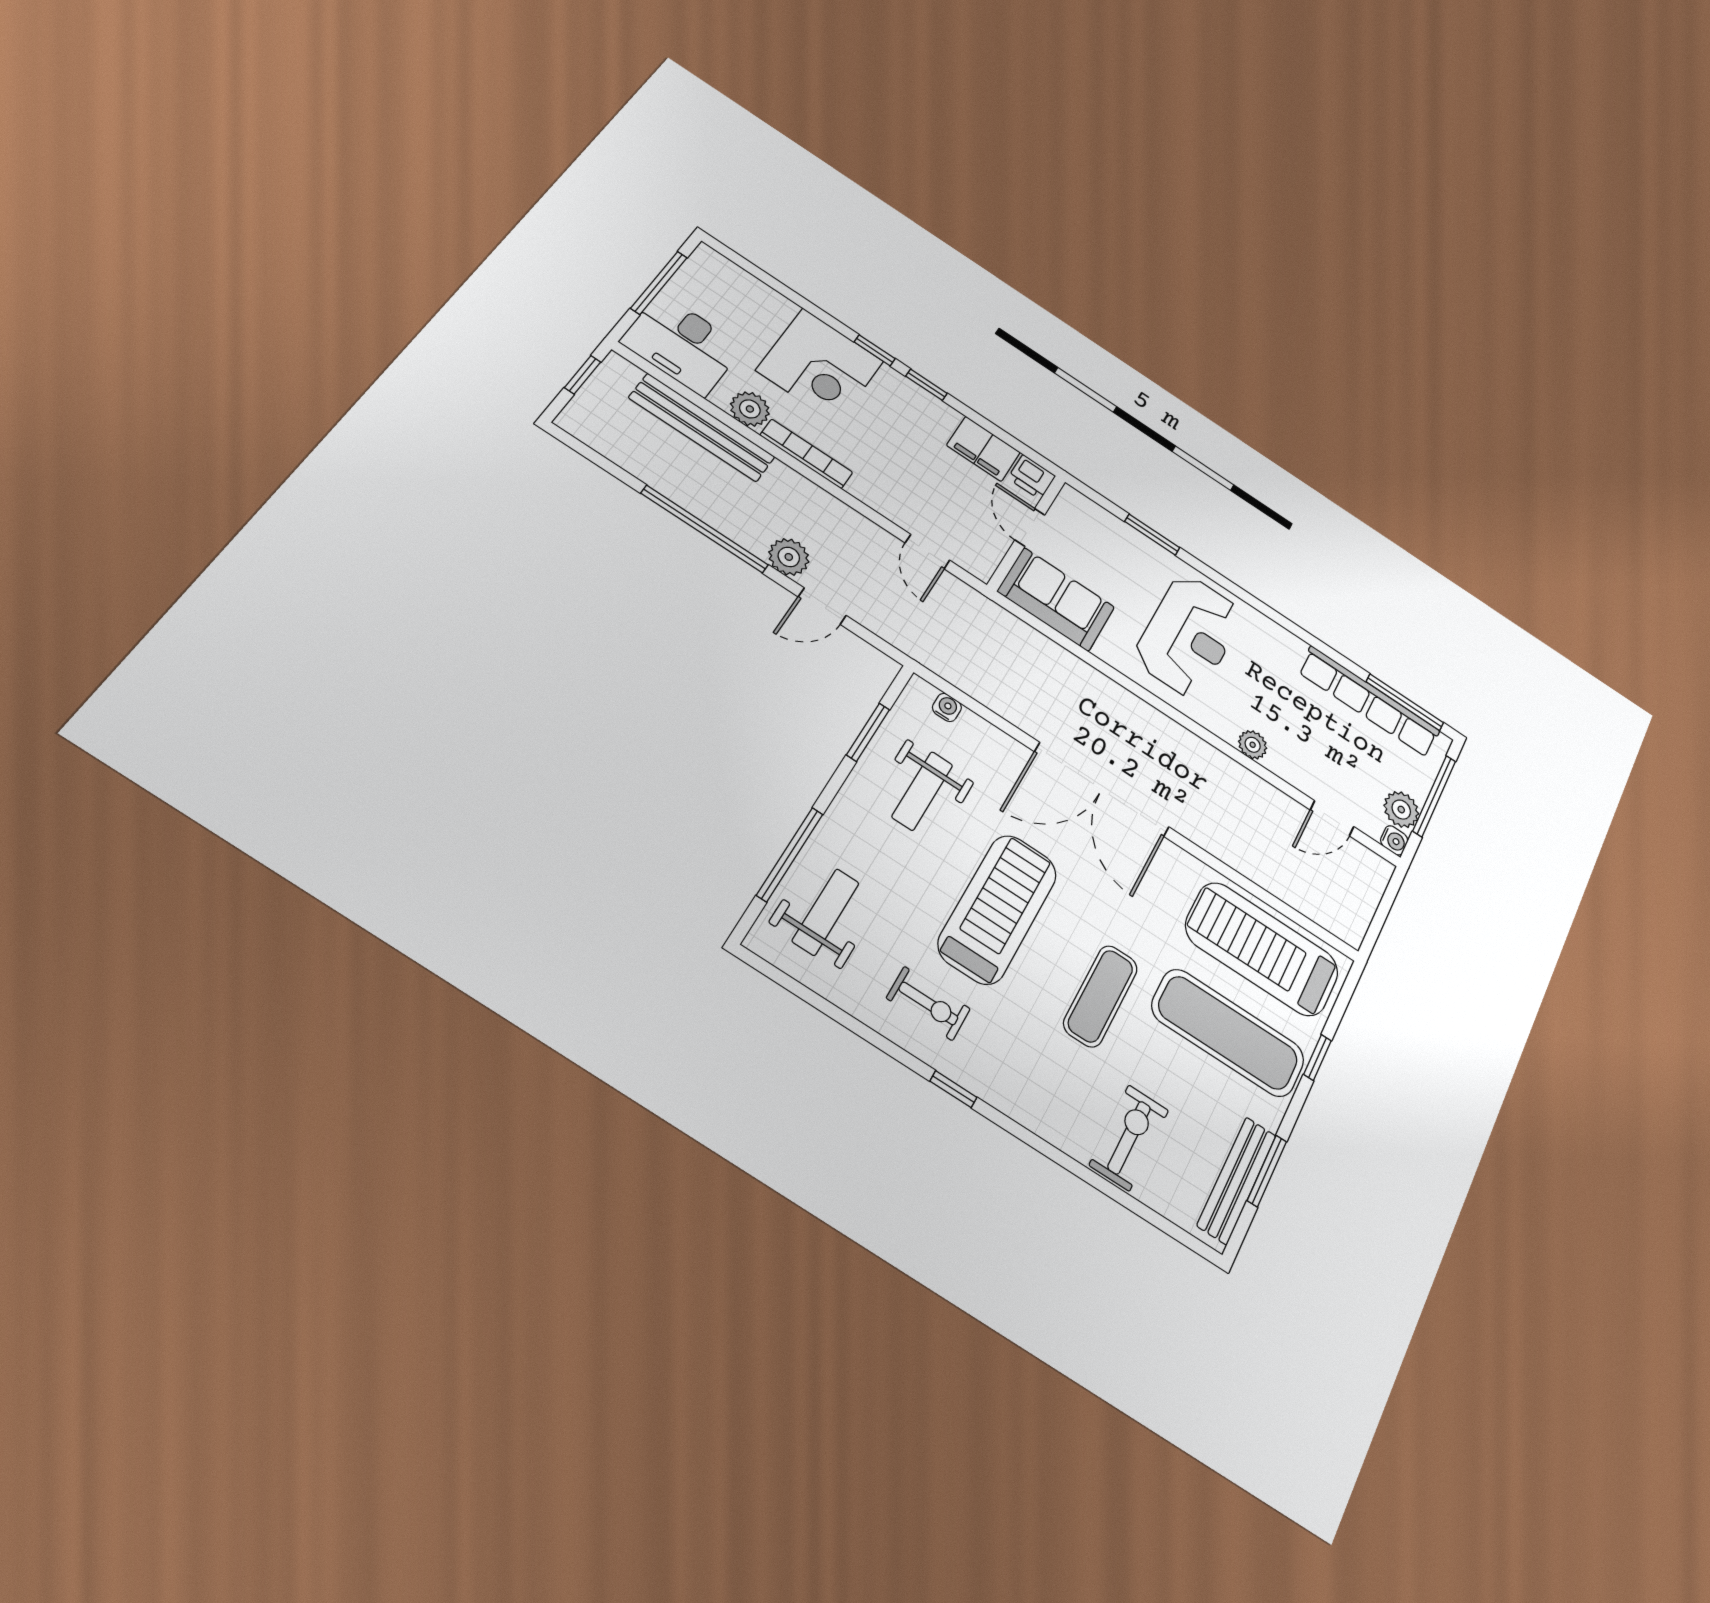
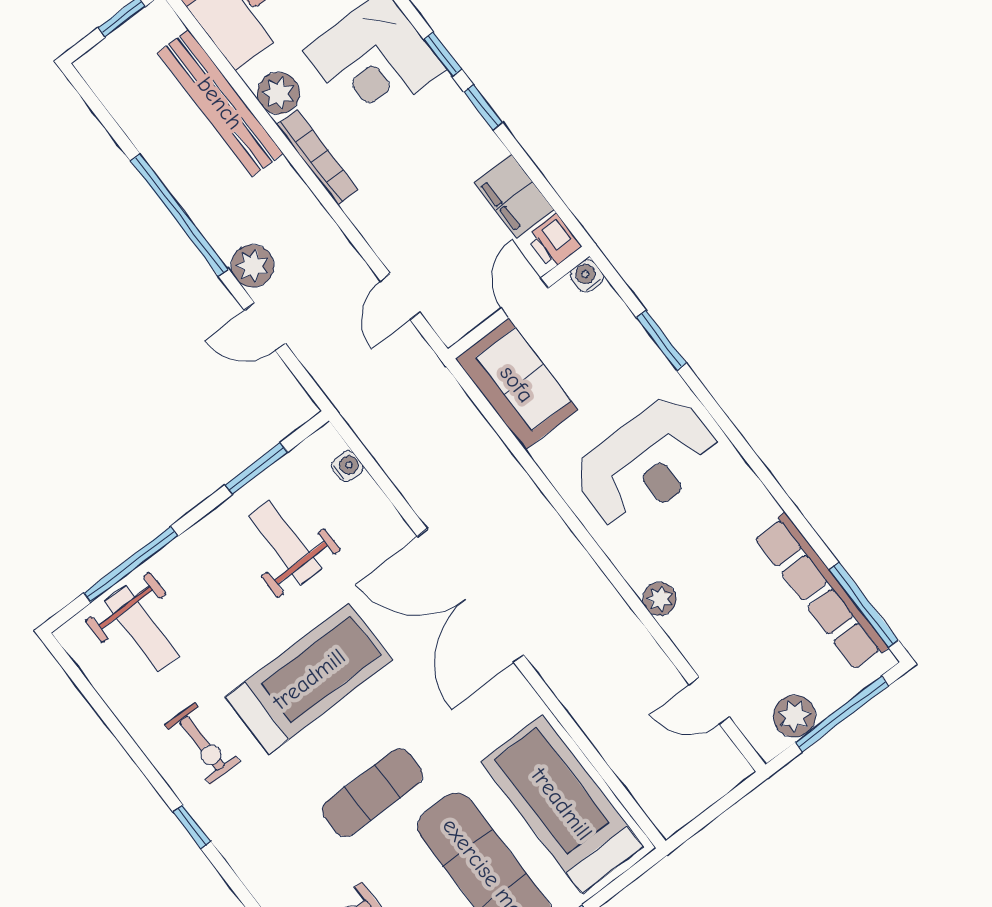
weight bench: (922, 791) -> (285, 542), turned 90
water cooler: (1394, 840) -> (587, 276), moved, turned 180
weight bench: (826, 912) -> (142, 629), turned 90

